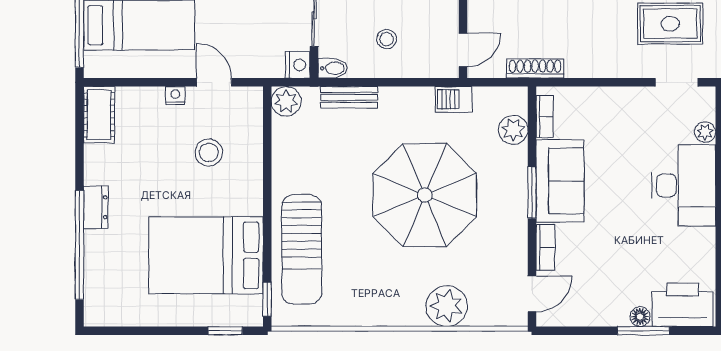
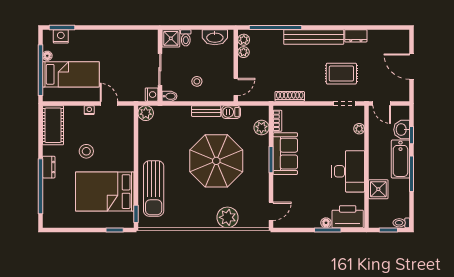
shoe rack: (535, 68) -> (290, 96), moved
bench: (349, 97) -> (206, 111), moved
cot: (99, 115) -> (53, 125), width x1.37, depth x1.34
stool: (209, 152) -> (86, 151), moved
desk: (684, 185) -> (348, 171), moved
bookcase: (545, 247) -> (278, 187), removed

